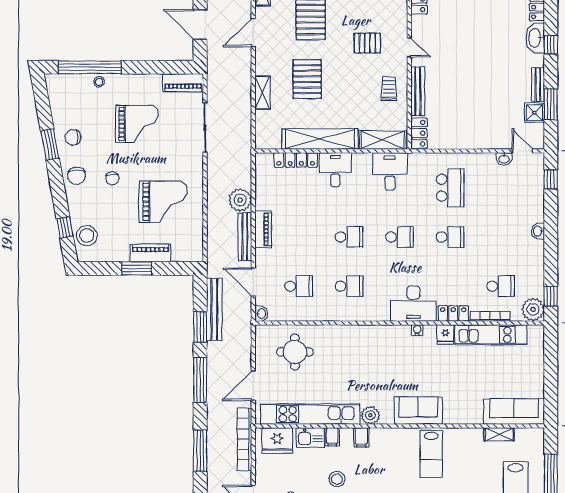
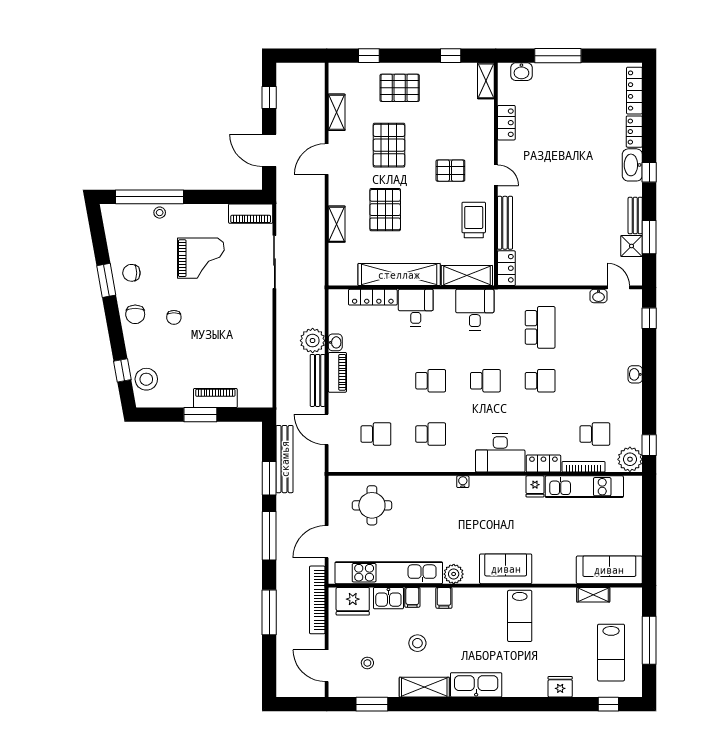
trolley: (389, 89) -> (474, 220), width x1.36, depth x1.39
grand piano: (163, 202) -> (229, 342), removed
washbasin: (261, 314) -> (335, 342), moved
water cooler: (417, 330) -> (463, 482), moved

